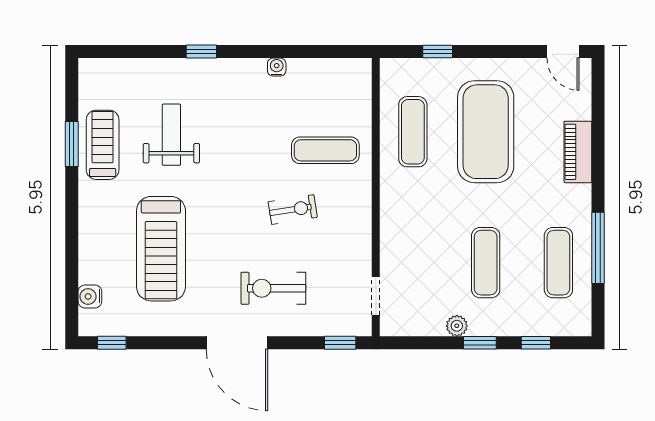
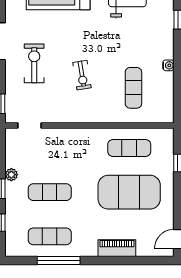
exercise mat: (325, 150) -> (133, 88), moved

